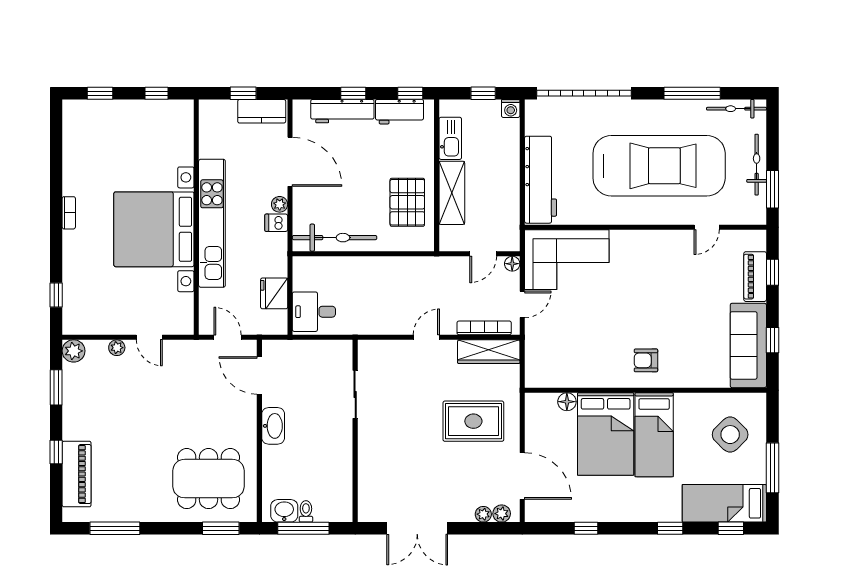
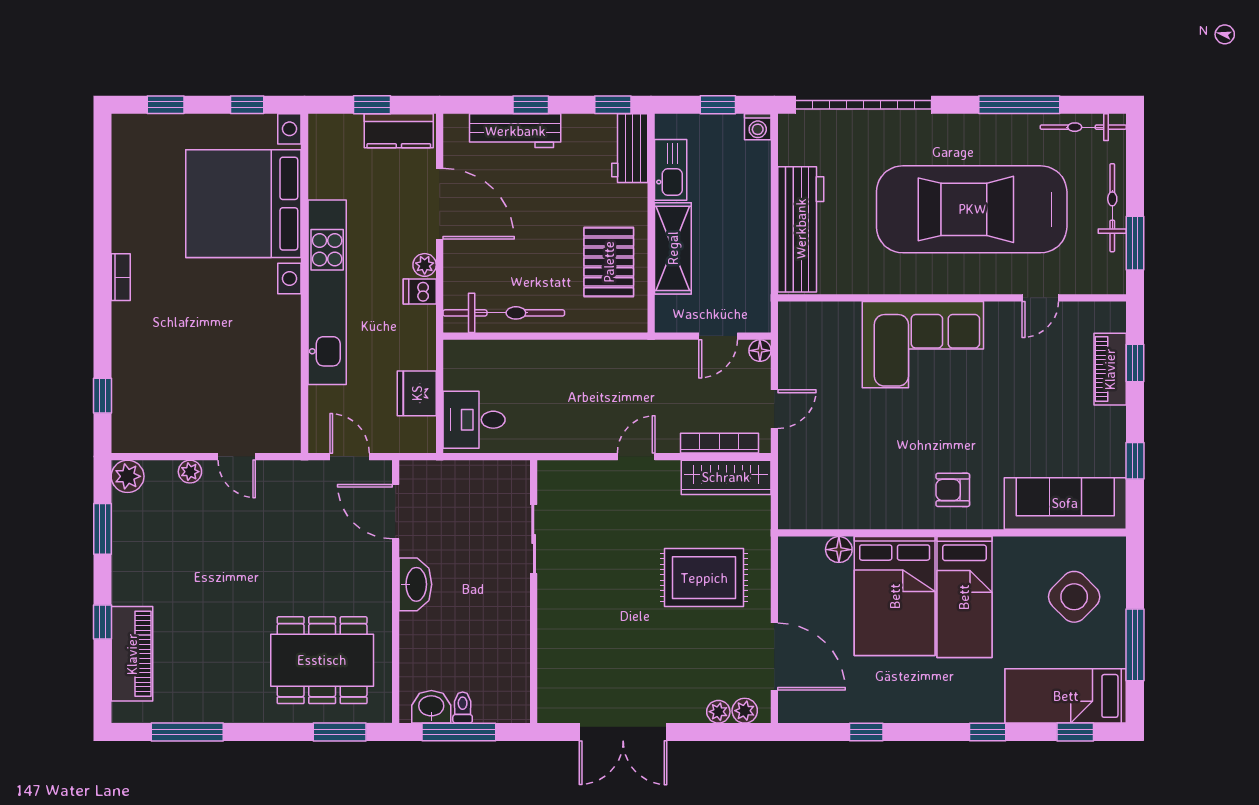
workbench: (399, 112) -> (630, 148), moved, turned 90
car: (659, 166) -> (972, 209), turned 180
bed with nightstands: (154, 229) -> (243, 204), moved
corner sofa: (567, 260) -> (923, 345), moved
sofa: (748, 345) -> (1065, 503), moved, turned 90

